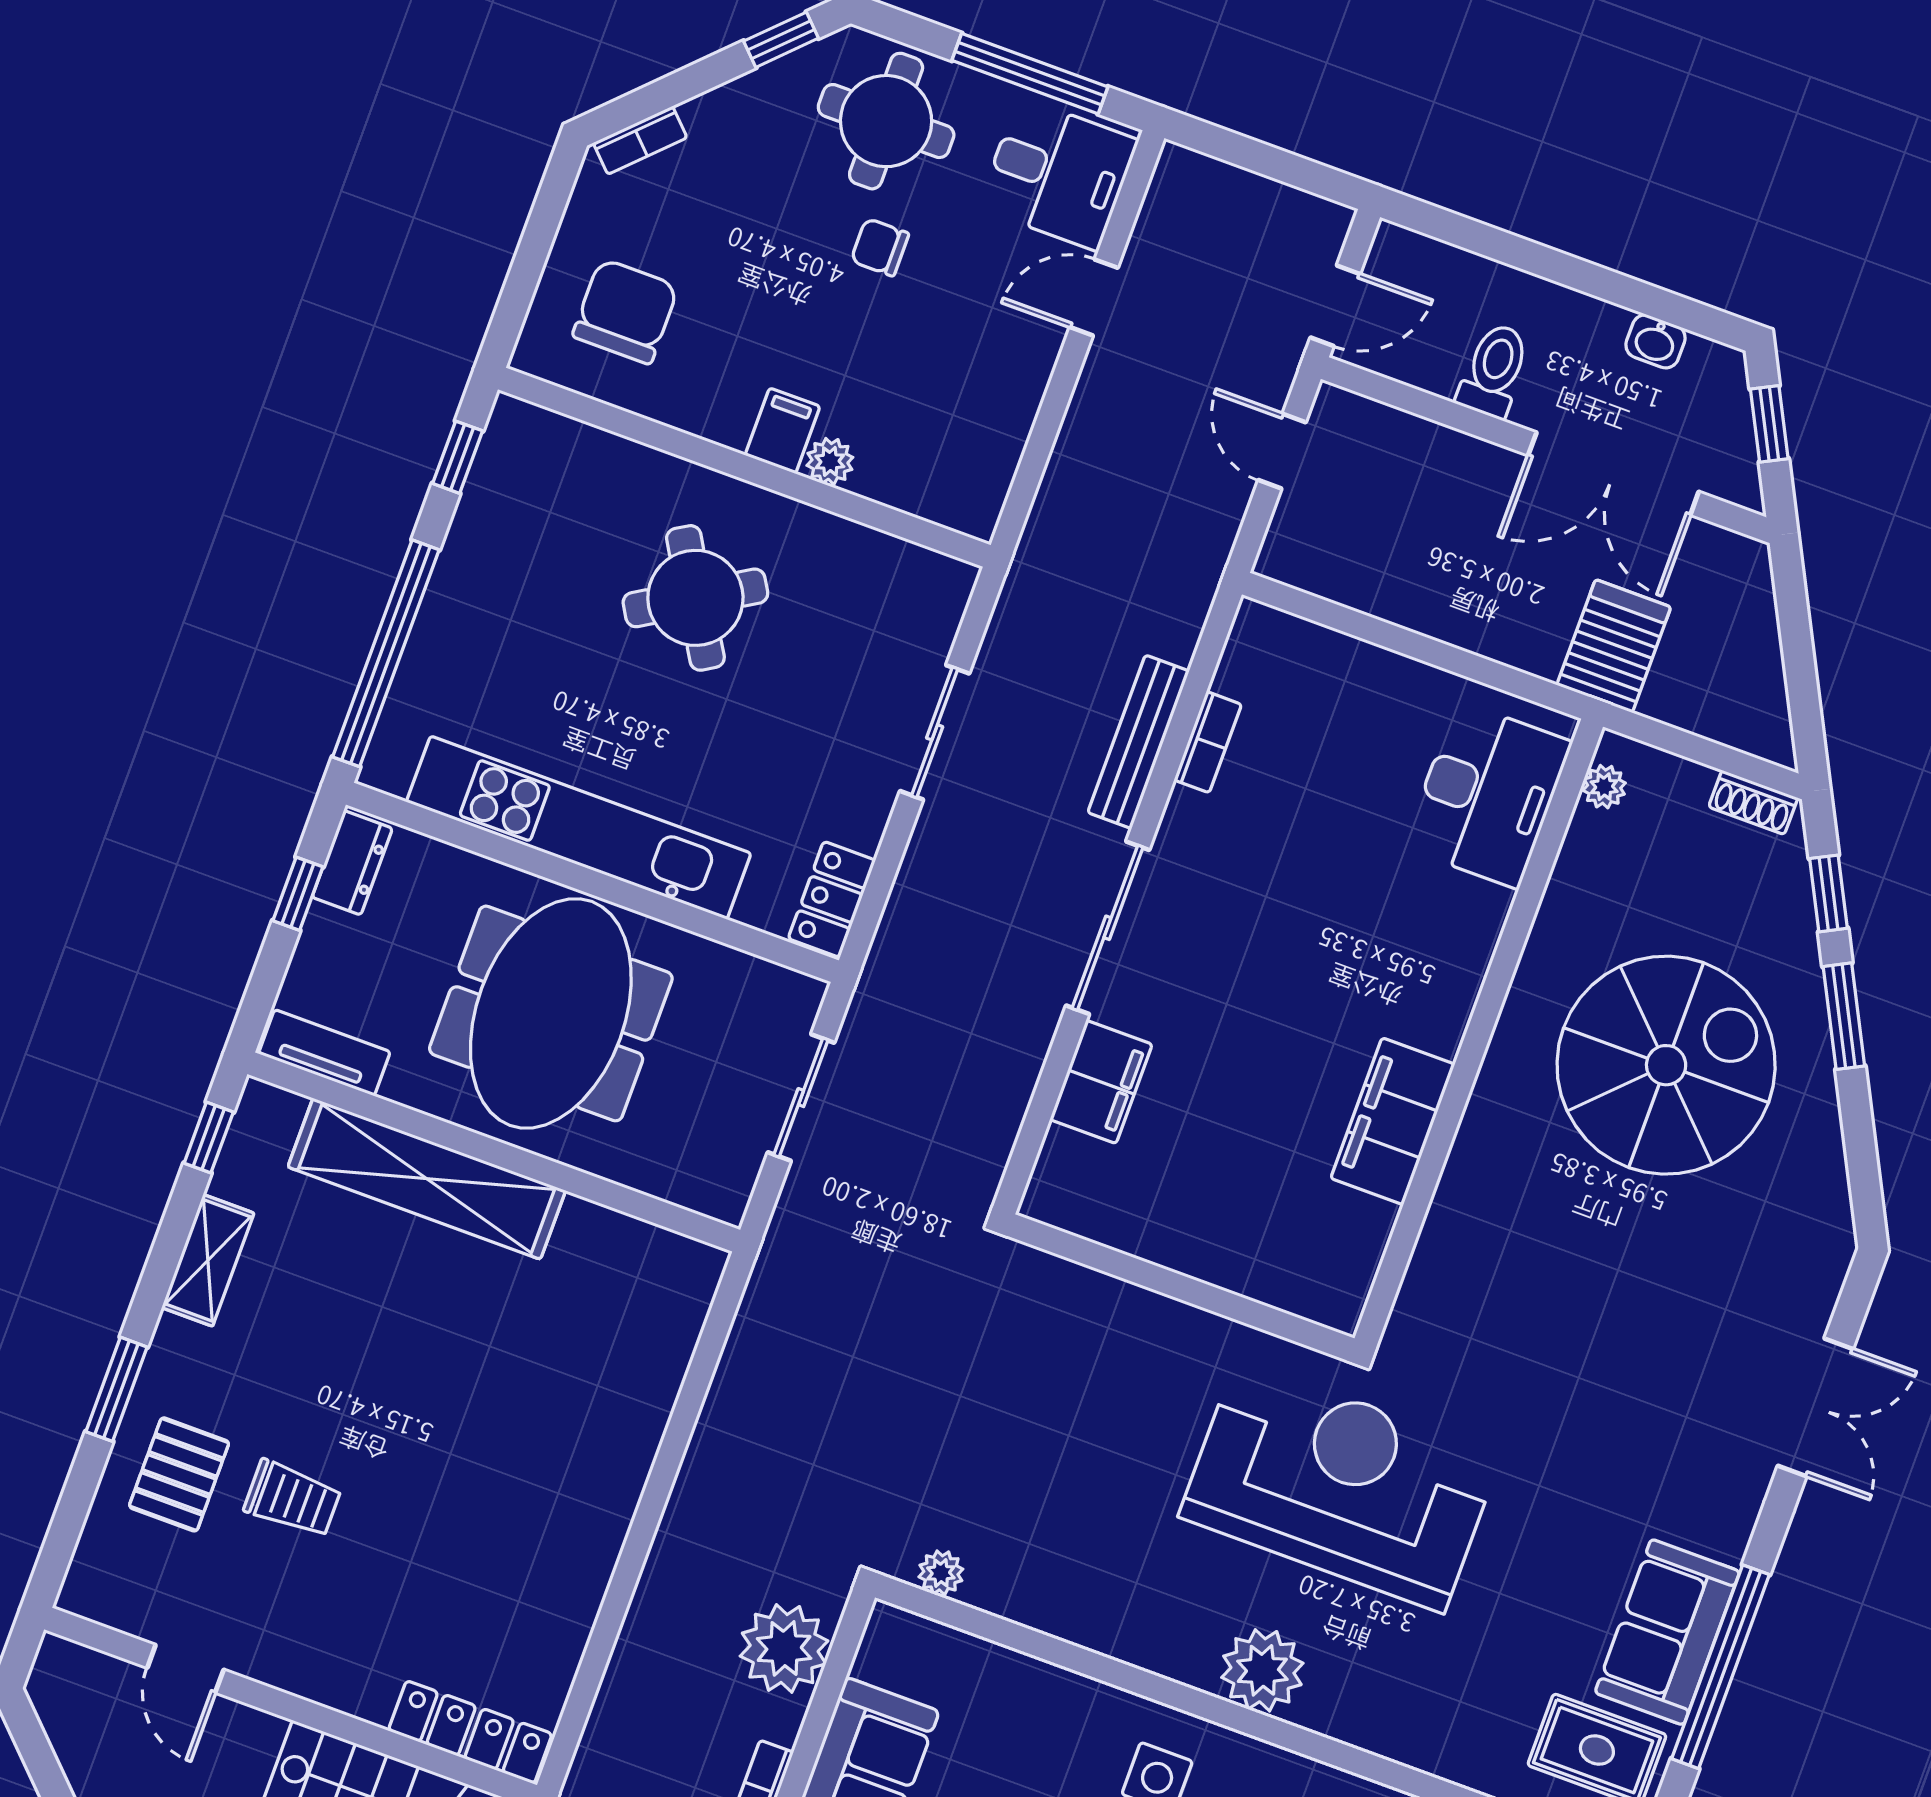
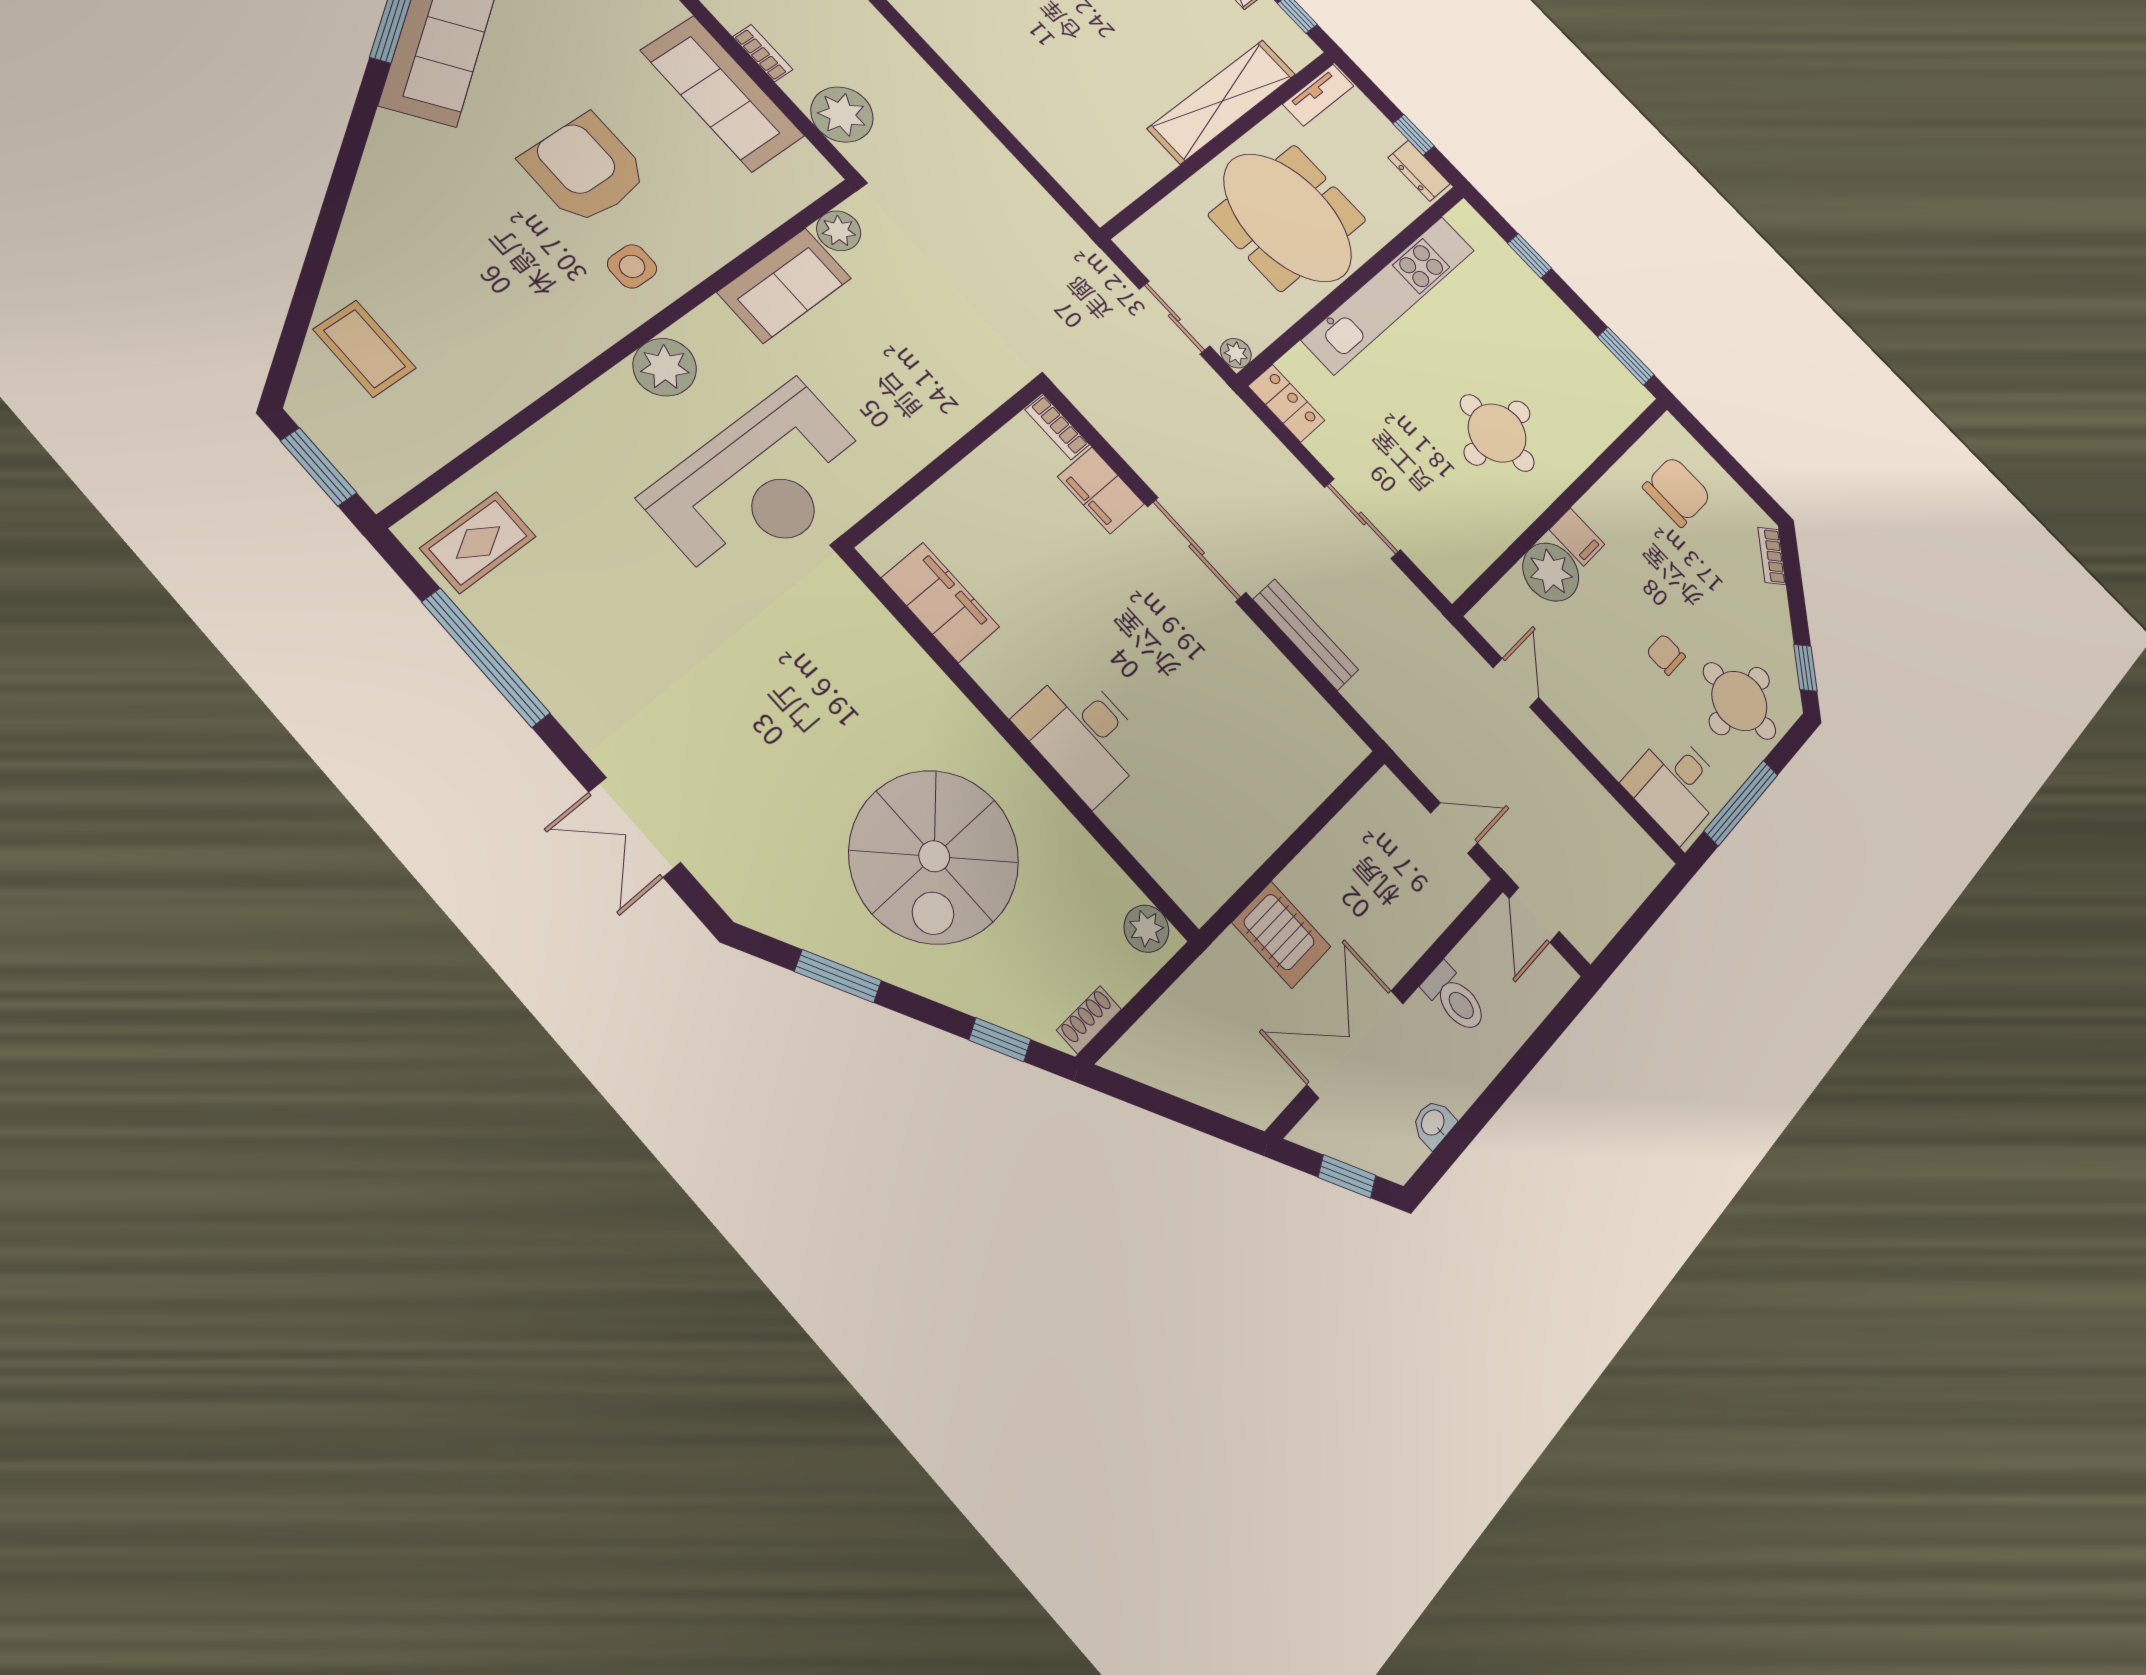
chair: (880, 247) -> (1666, 654), turned -90
door: (1094, 297) -> (1516, 683), moved
chair: (625, 311) -> (1677, 491), turned -90
window: (458, 457) -> (1626, 356), width x1.50
plant: (830, 461) -> (1551, 572), width x1.88, depth x1.88
round table: (695, 598) -> (1497, 433), turned 31
server rack: (1614, 646) -> (1281, 935), moved
window: (386, 653) -> (1530, 256), width x0.32
bookcase: (1208, 742) -> (1057, 427), moved
plant: (1604, 787) -> (1146, 929), width x1.38, depth x1.38
desk: (1488, 795) -> (1083, 735), moved
plant: (801, 996) -> (1236, 353), added
window: (1844, 1016) -> (838, 976), moved
filing cabinet: (1393, 1121) -> (940, 602), moved
plant: (941, 1573) -> (839, 231), width x1.38, depth x1.38
sofa: (1667, 1632) -> (784, 285), moved, turned 90

